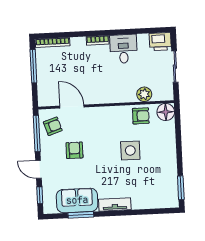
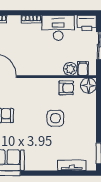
desk: (124, 49) -> (58, 28), width x1.37
filing cabinet: (158, 93) -> (83, 68), added
tv unit: (115, 204) -> (72, 165), moved

